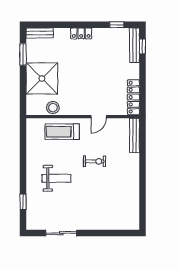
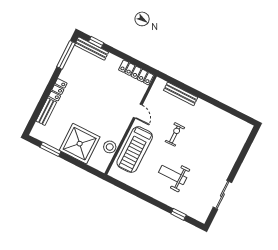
window: (117, 25) -> (66, 55), width x2.17
bench: (40, 33) -> (46, 112), moved
treadmill: (62, 132) -> (135, 150), width x1.37, depth x1.38
bench: (134, 135) -> (181, 94), moved
weight bench: (56, 178) -> (173, 175), turned -90

